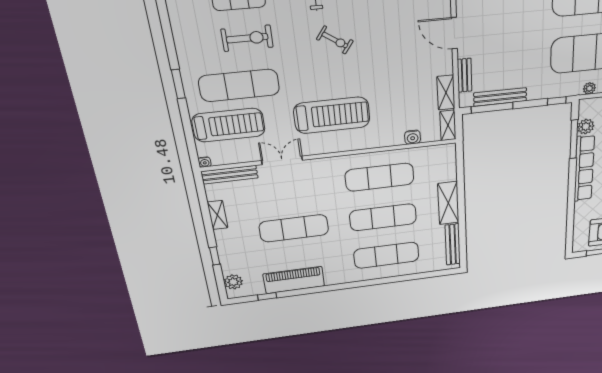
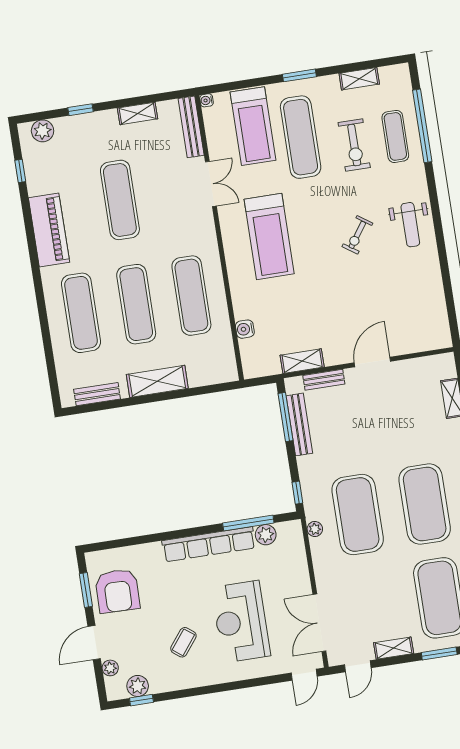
shelving: (448, 125) -> (359, 79), moved
bench: (453, 244) -> (97, 394), width x0.73
piano: (294, 280) -> (49, 230), moved

